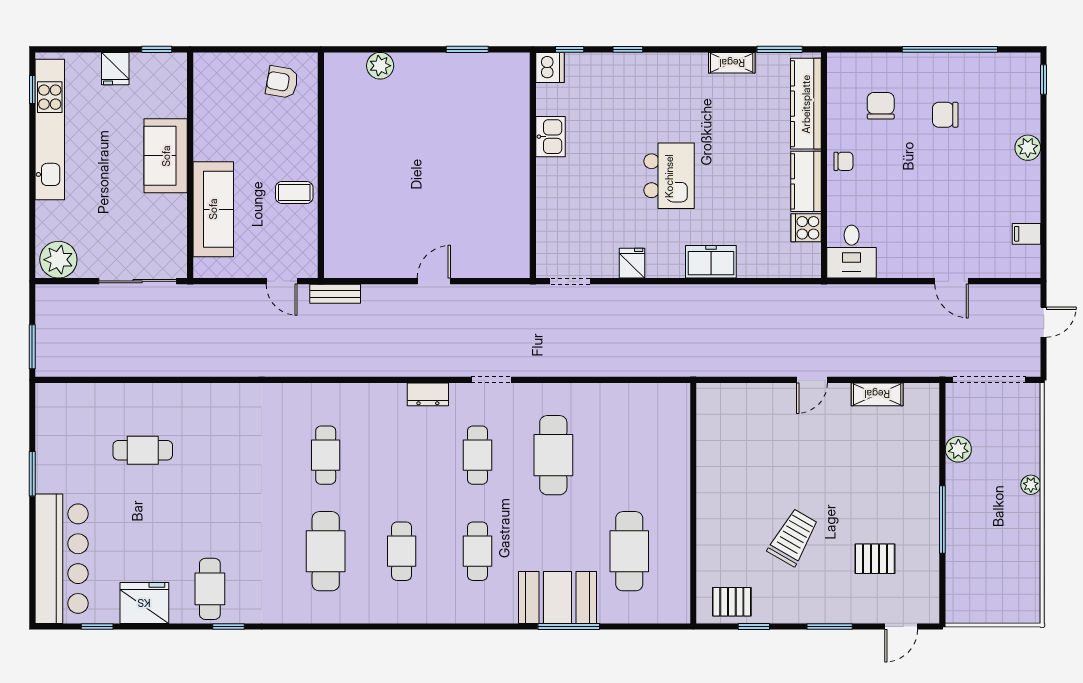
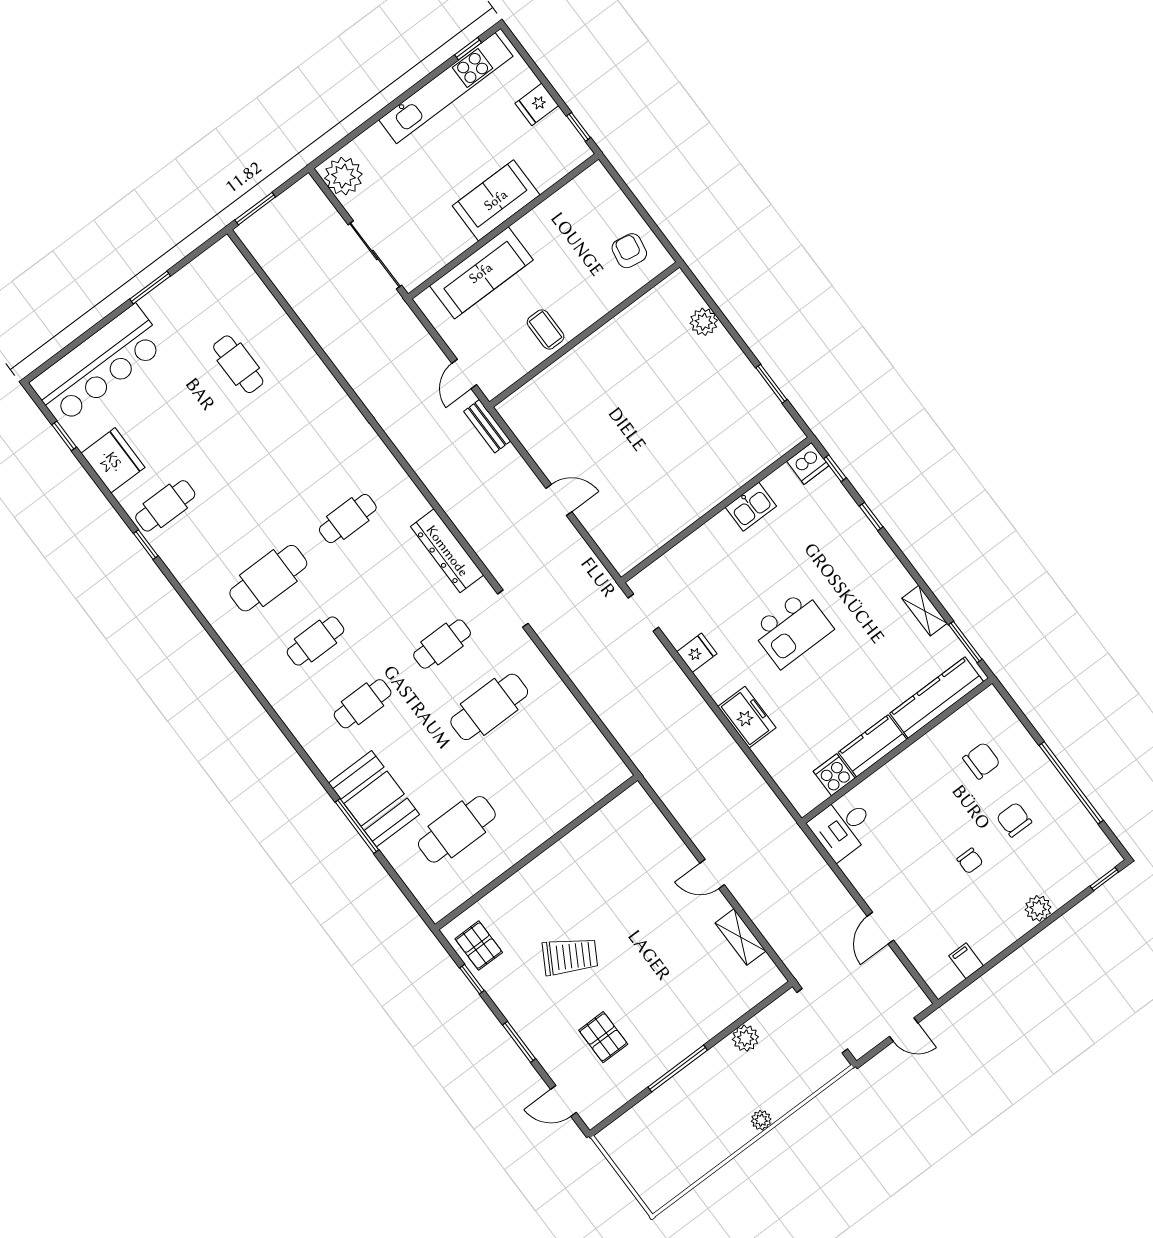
chair: (843, 161) -> (970, 861), moved
dresser: (428, 394) -> (447, 551), width x1.96, depth x1.24

